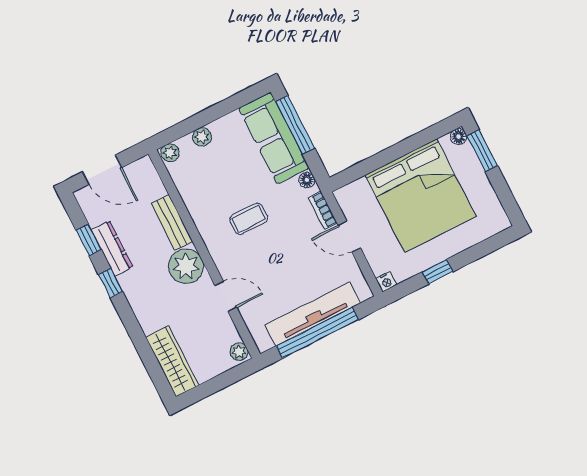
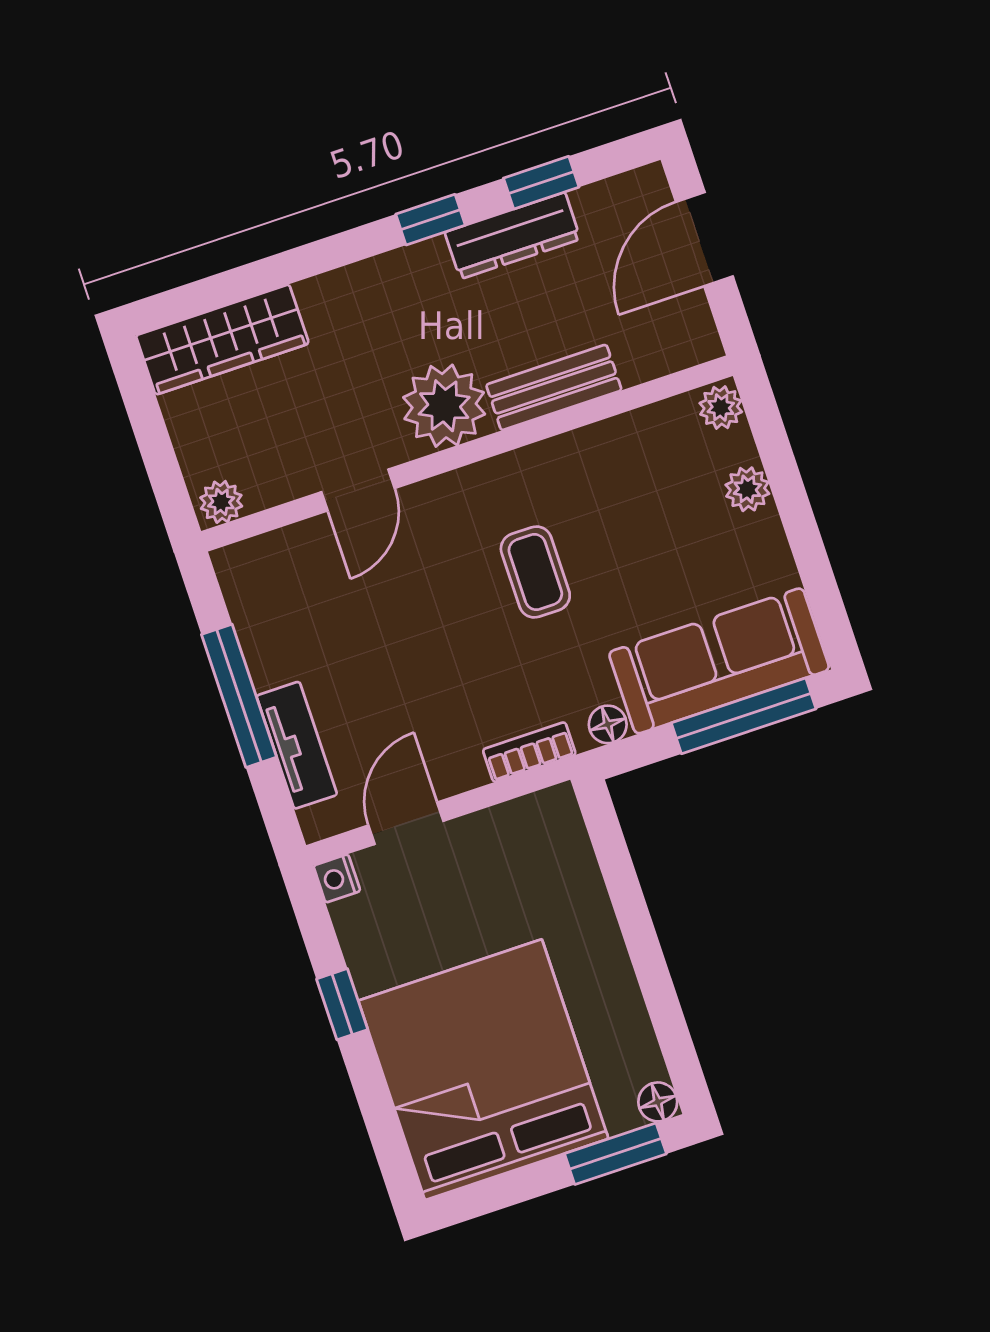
bed: (421, 196) -> (483, 1070), moved, turned 90
door: (349, 236) -> (406, 823), moved
tv unit: (313, 314) -> (297, 745), width x0.52, depth x0.78
window: (317, 333) -> (239, 696), width x0.68

